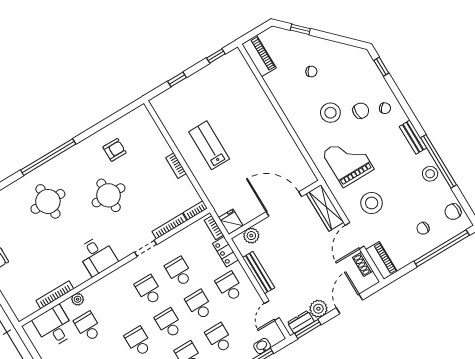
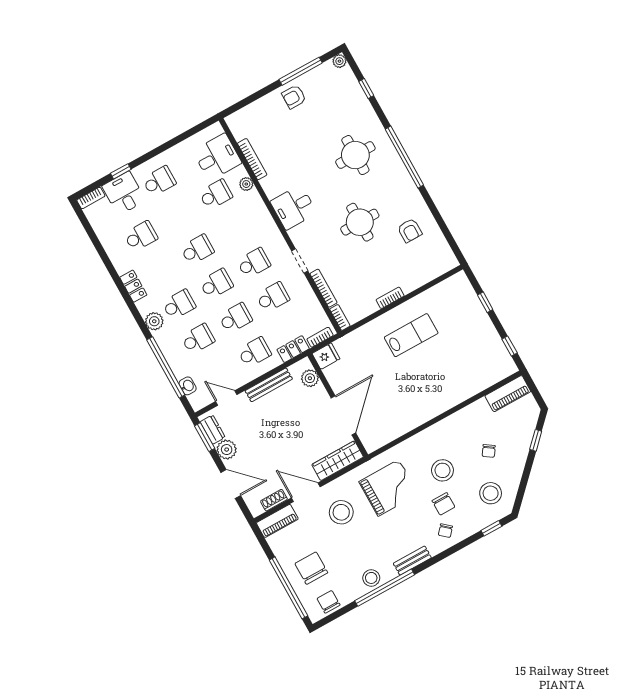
stool: (350, 68) -> (491, 493), added
chair: (423, 228) -> (311, 568), width x1.87, depth x1.87

